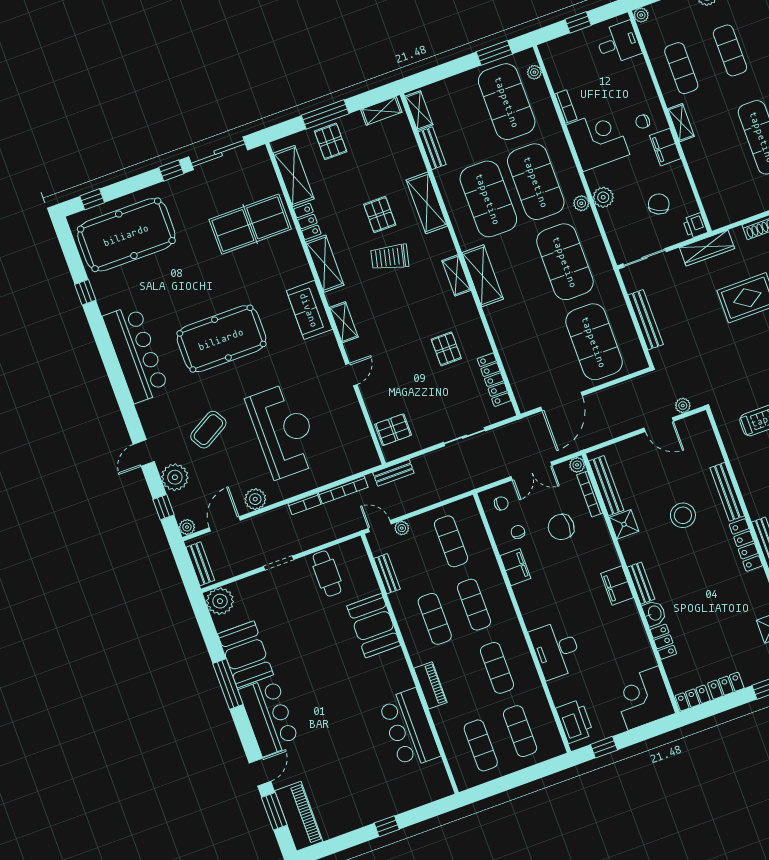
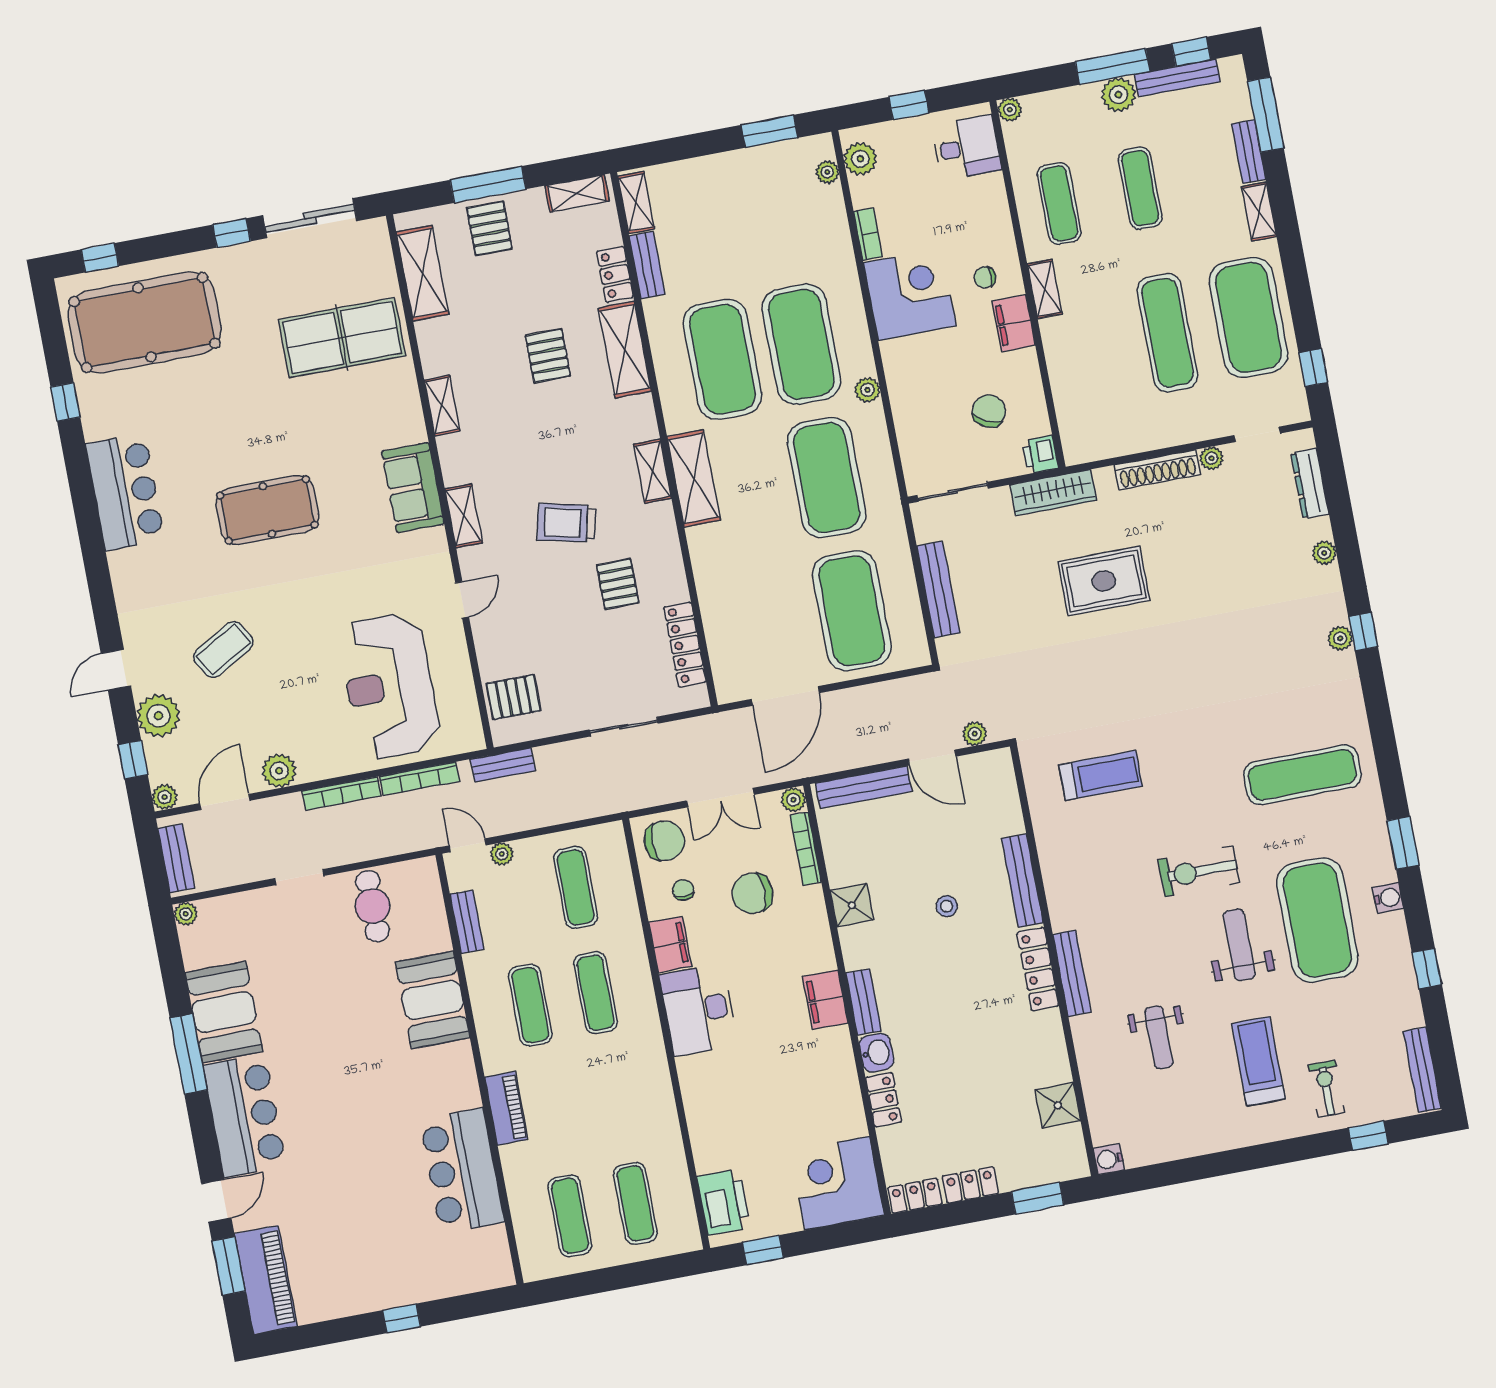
exercise mat: (507, 102) -> (776, 211), removed
plant: (603, 197) -> (860, 159), moved
locker: (307, 221) -> (615, 274), moved, turned 180
trolley: (390, 257) -> (566, 523), moved
shelving: (325, 264) -> (442, 406), width x0.67, depth x0.75
pool table: (221, 339) -> (267, 510), width x0.73, depth x0.76
bar counter: (136, 354) -> (125, 492), width x0.73
reception desk: (284, 431) -> (389, 686), moved, turned 180
bench: (606, 486) -> (864, 787), moved, turned 90
chair: (501, 503) -> (664, 841), width x1.87, depth x1.87
bookcase: (304, 504) -> (342, 793), width x1.56
stool: (683, 515) -> (947, 906), width x0.53, depth x0.53
plant: (220, 601) -> (186, 914), width x0.53, depth x0.53
desk: (556, 650) -> (699, 1010), moved
exercise mat: (497, 668) -> (615, 1098), removed

